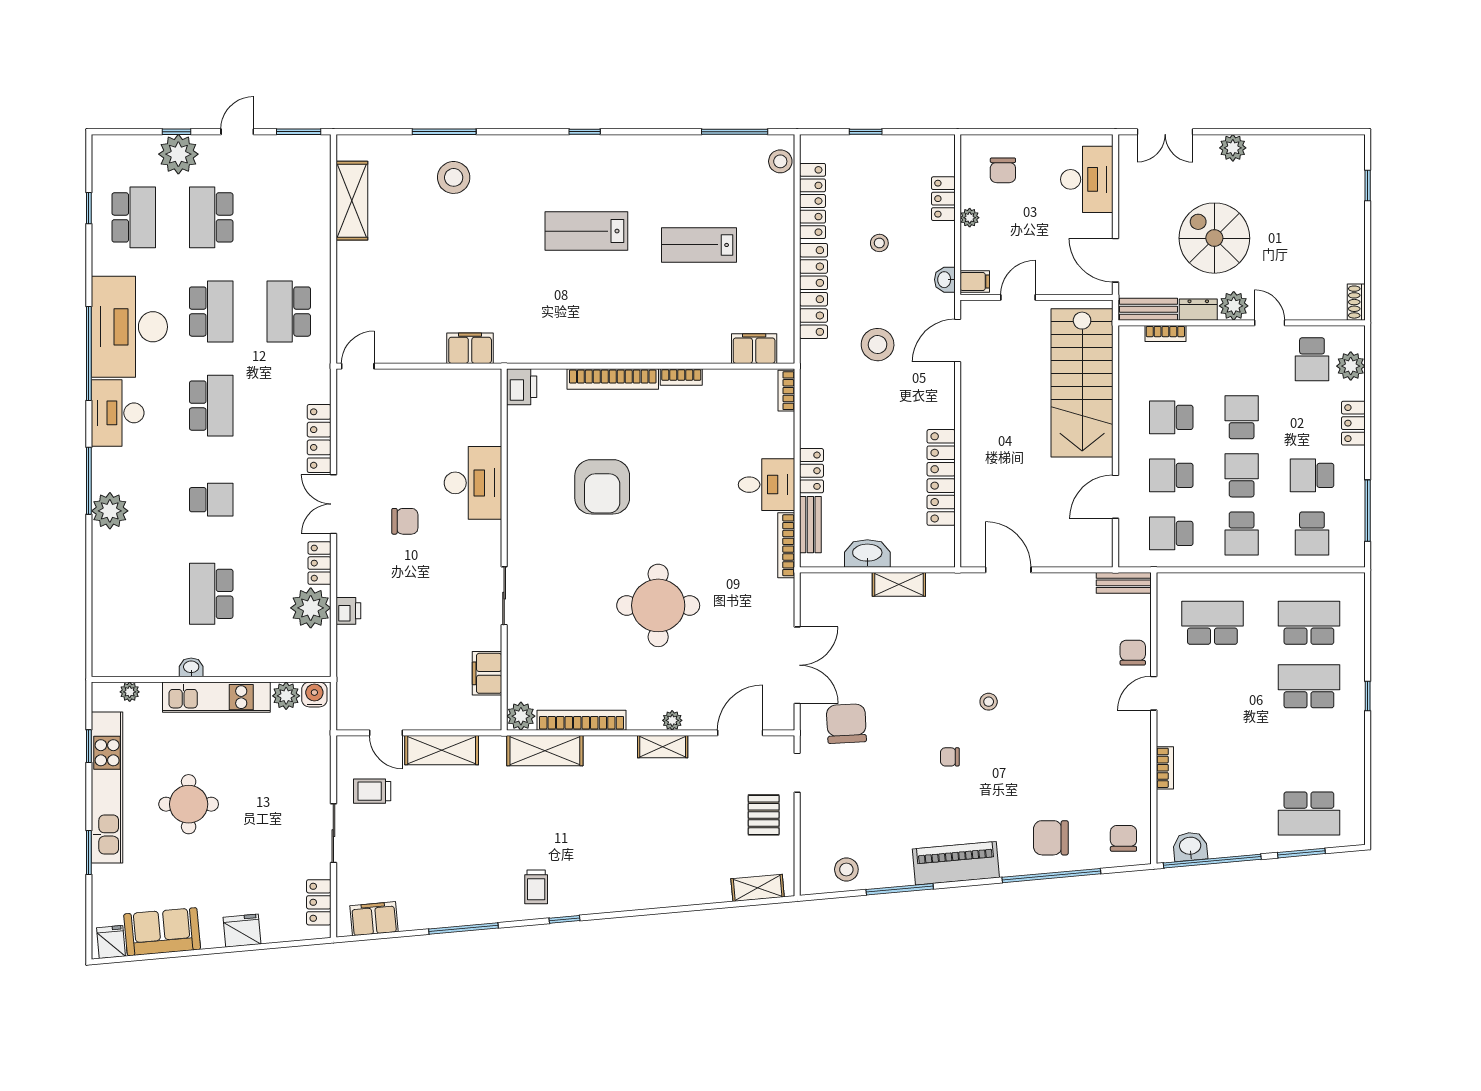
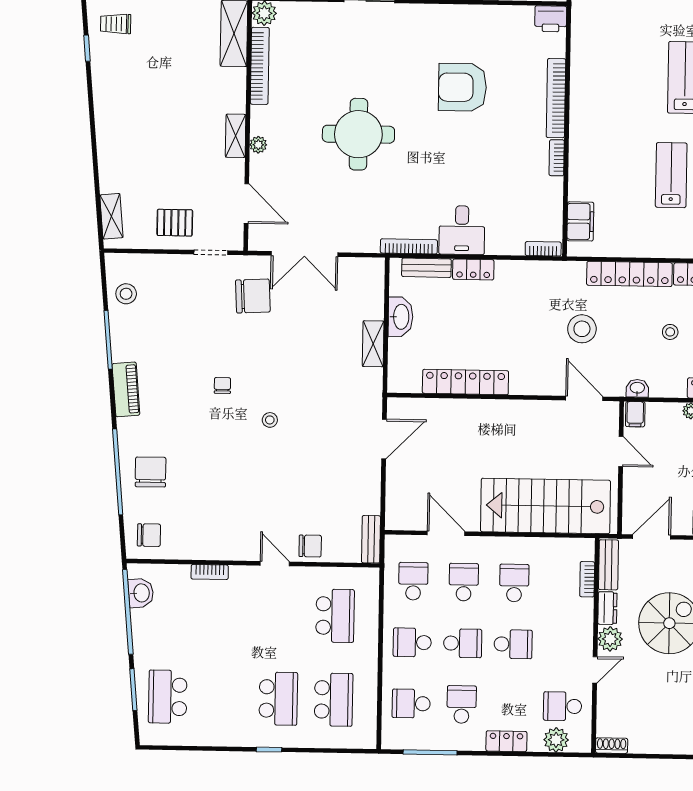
piano: (956, 863) -> (126, 389), width x0.73, depth x0.75

